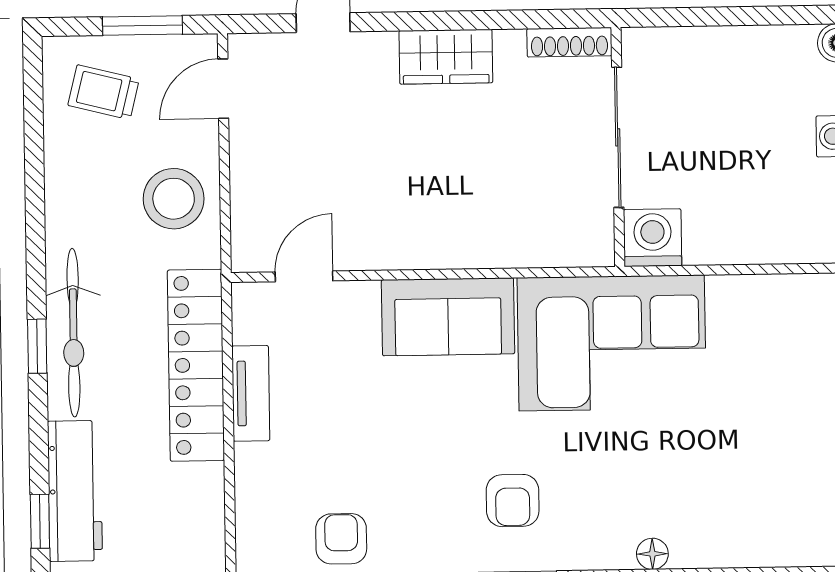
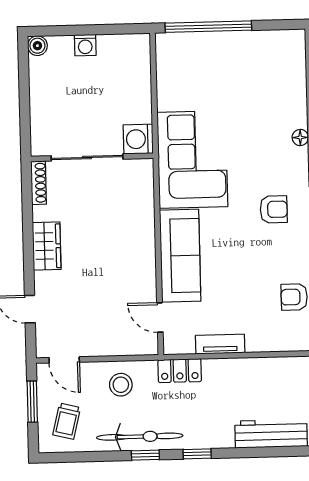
stool: (174, 199) -> (121, 385), width x0.73, depth x0.73
sofa: (448, 317) -> (180, 256), width x1.36
bicycle: (73, 333) -> (140, 437), moved
locker: (196, 365) -> (180, 371), width x0.46, depth x0.83
window: (40, 521) -> (145, 455), moved

